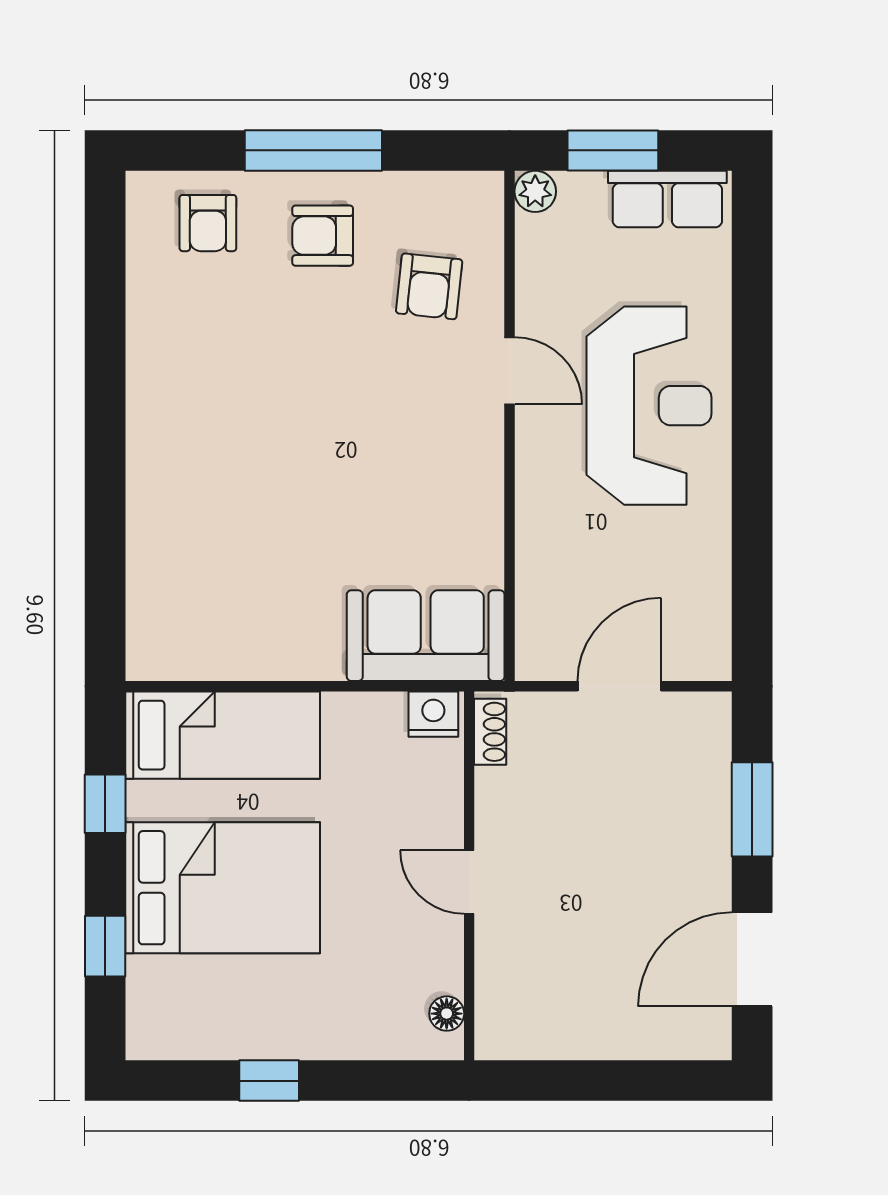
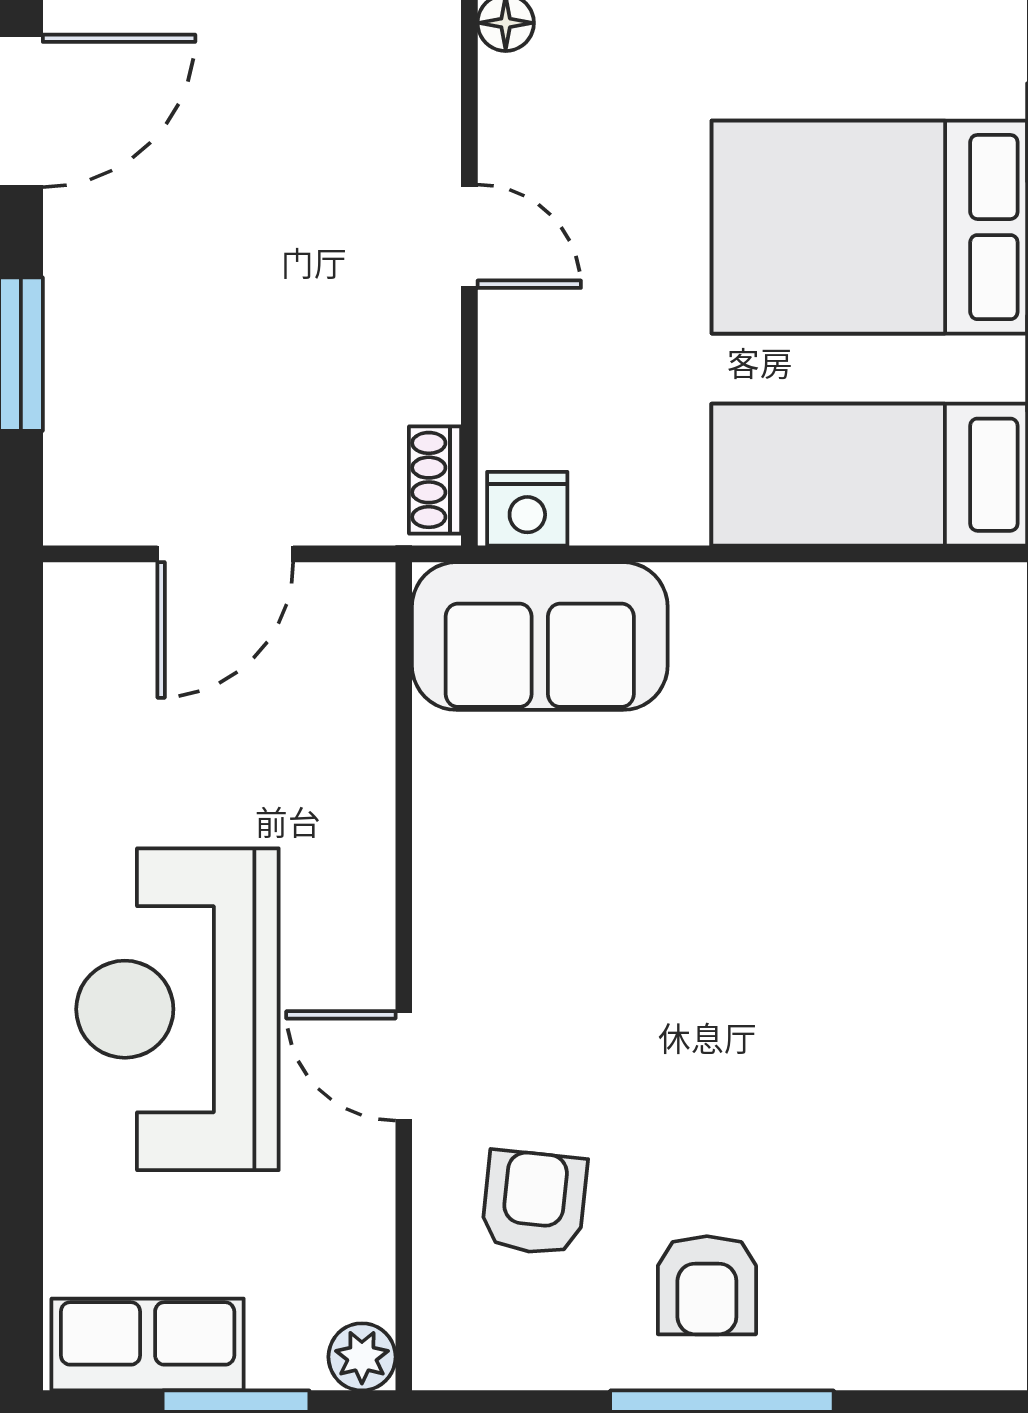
armchair: (208, 223) -> (893, 1306), removed
armchair: (323, 236) -> (707, 1285), turned 90

